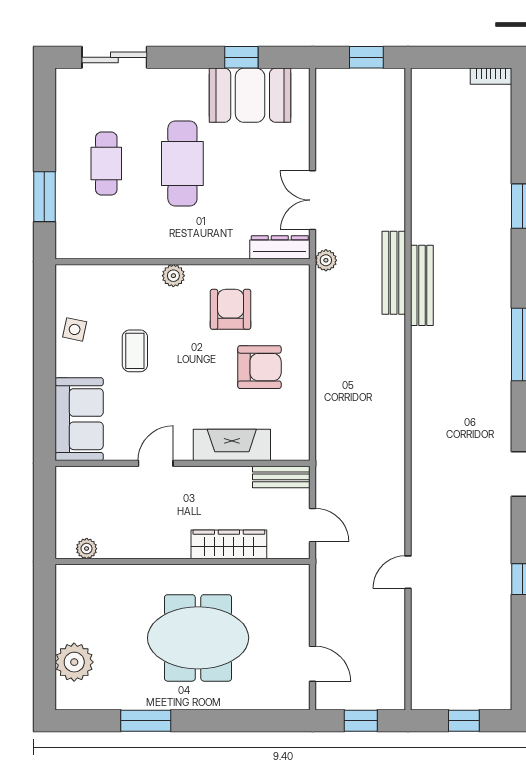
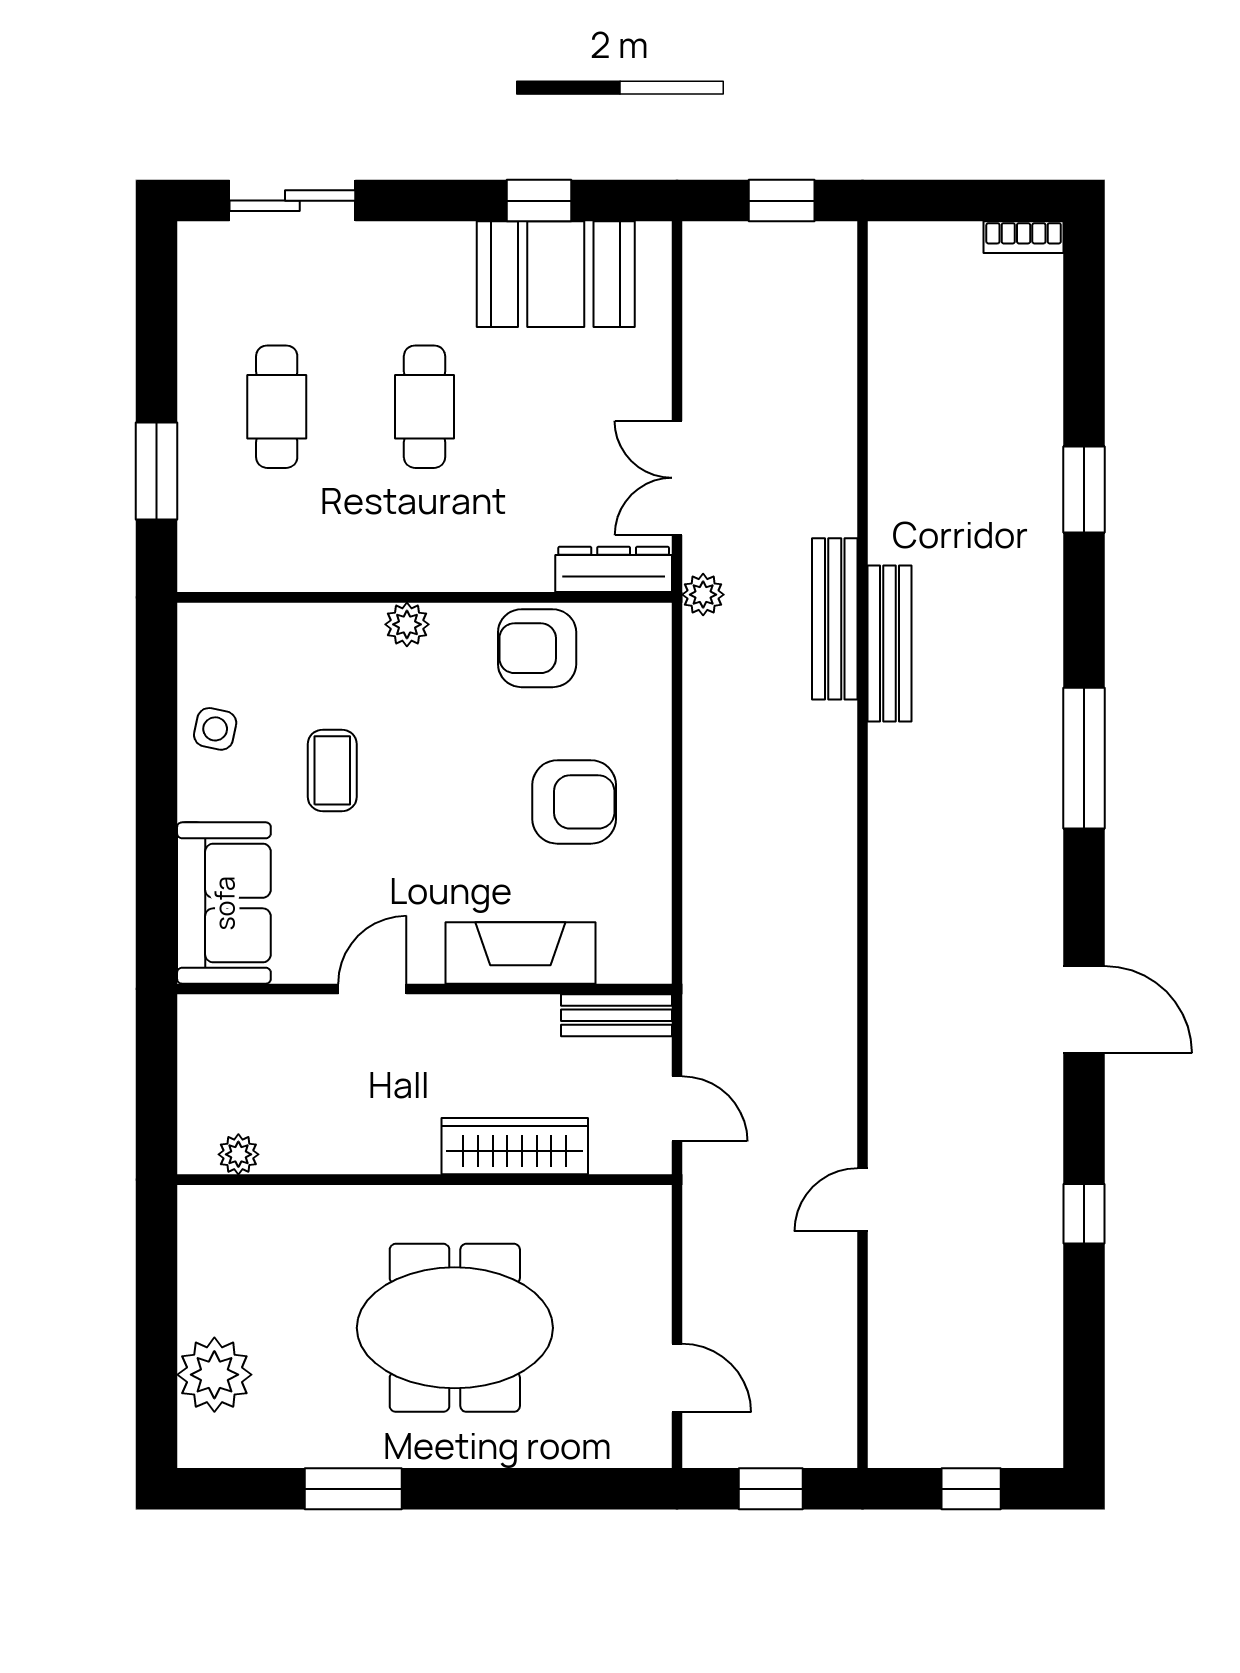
cafe table: (182, 164) -> (425, 407), width x0.73, depth x0.74
armchair: (231, 309) -> (537, 648), moved, turned -90

